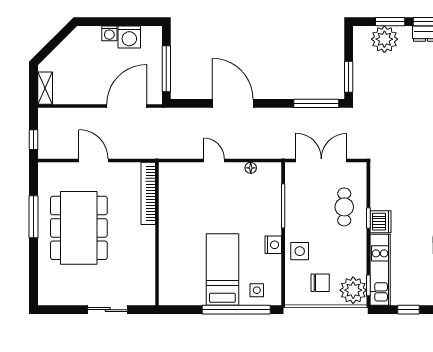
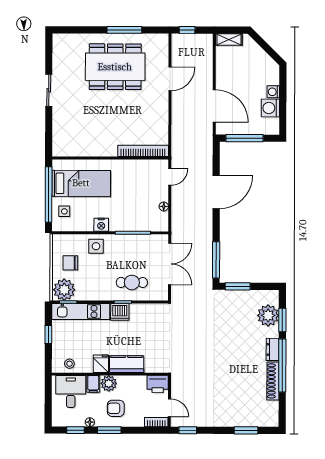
bookcase: (148, 193) -> (143, 151), moved
wall: (157, 234) -> (110, 158), moved
chair: (320, 283) -> (70, 263), turned 90

